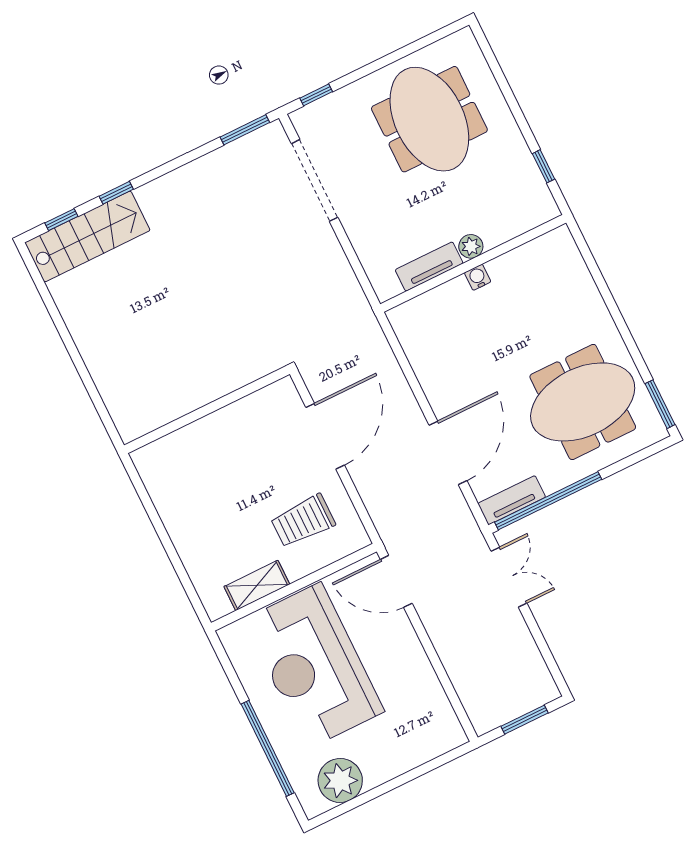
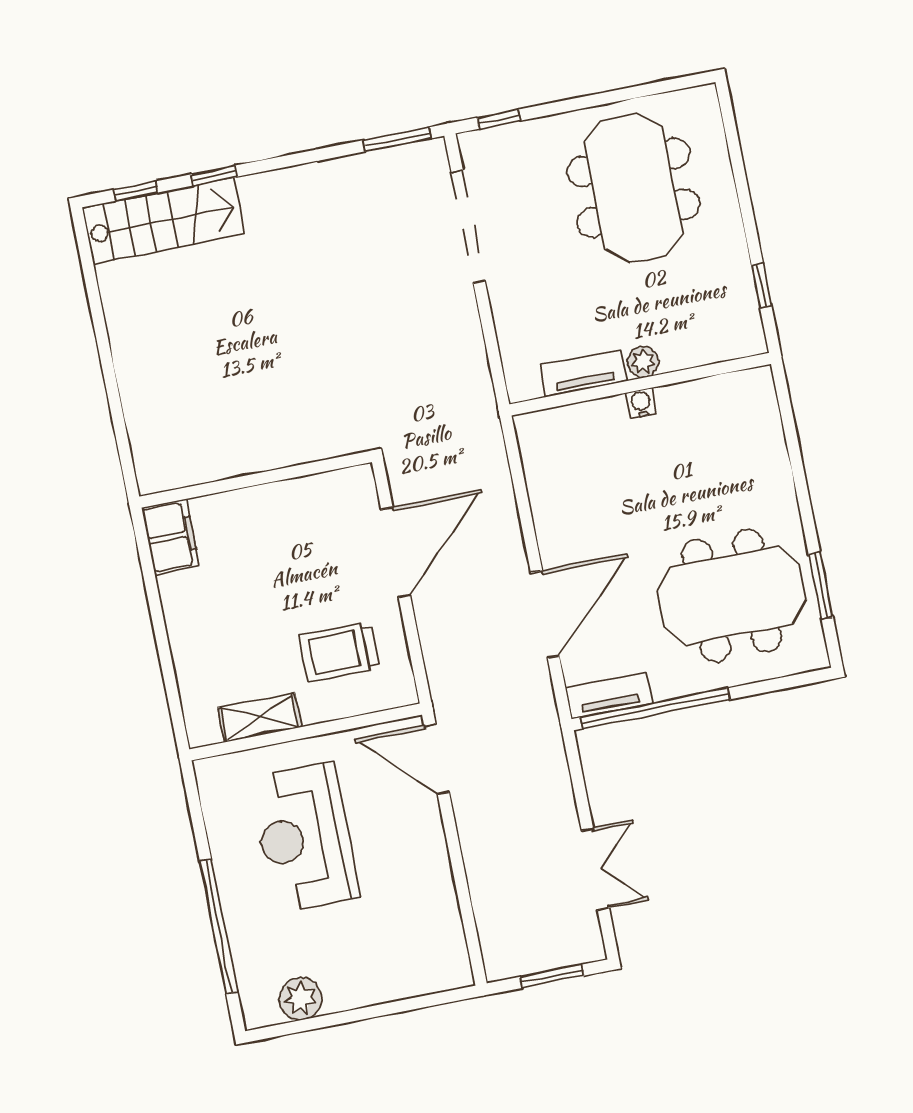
window: (660, 404) -> (821, 585), moved
filing cabinet: (155, 469) -> (171, 537), added
double door: (509, 577) -> (595, 869), moved
reception desk: (314, 666) -> (305, 838), width x0.74, depth x0.77
plant: (340, 781) -> (301, 999), width x0.73, depth x0.73

